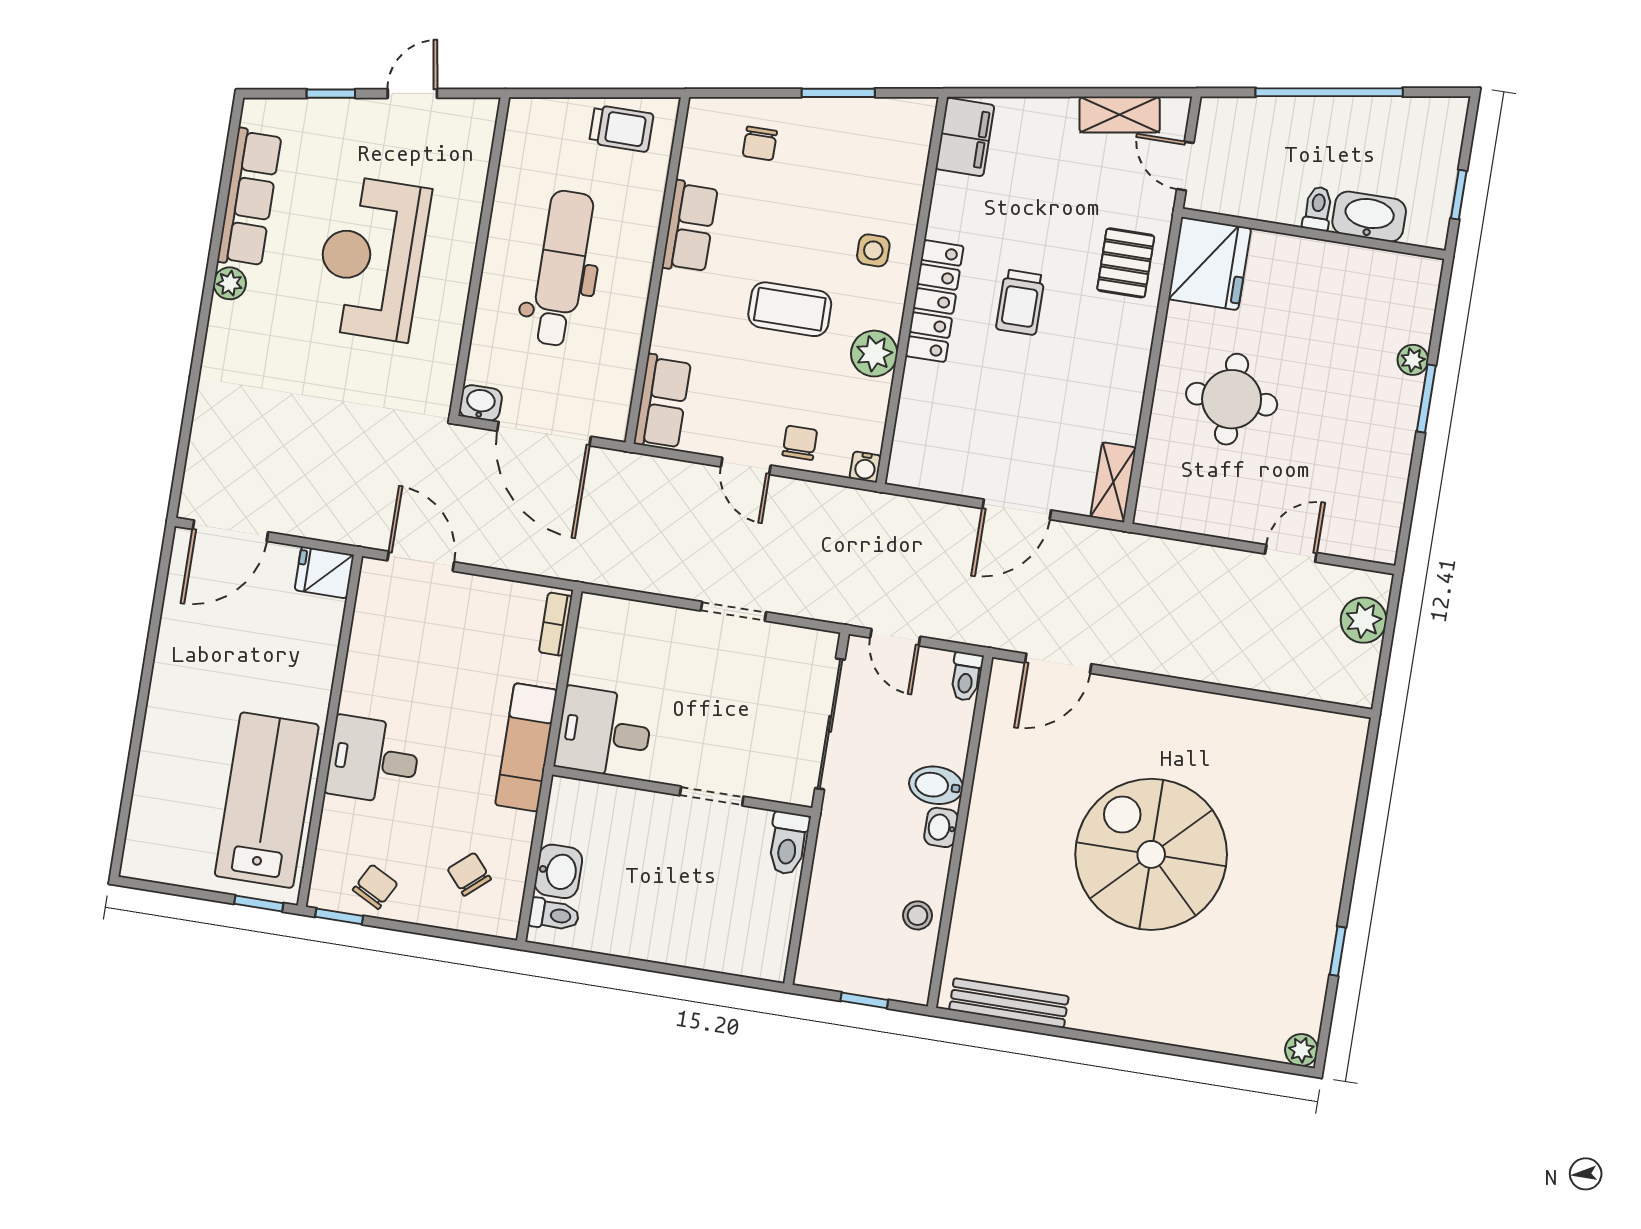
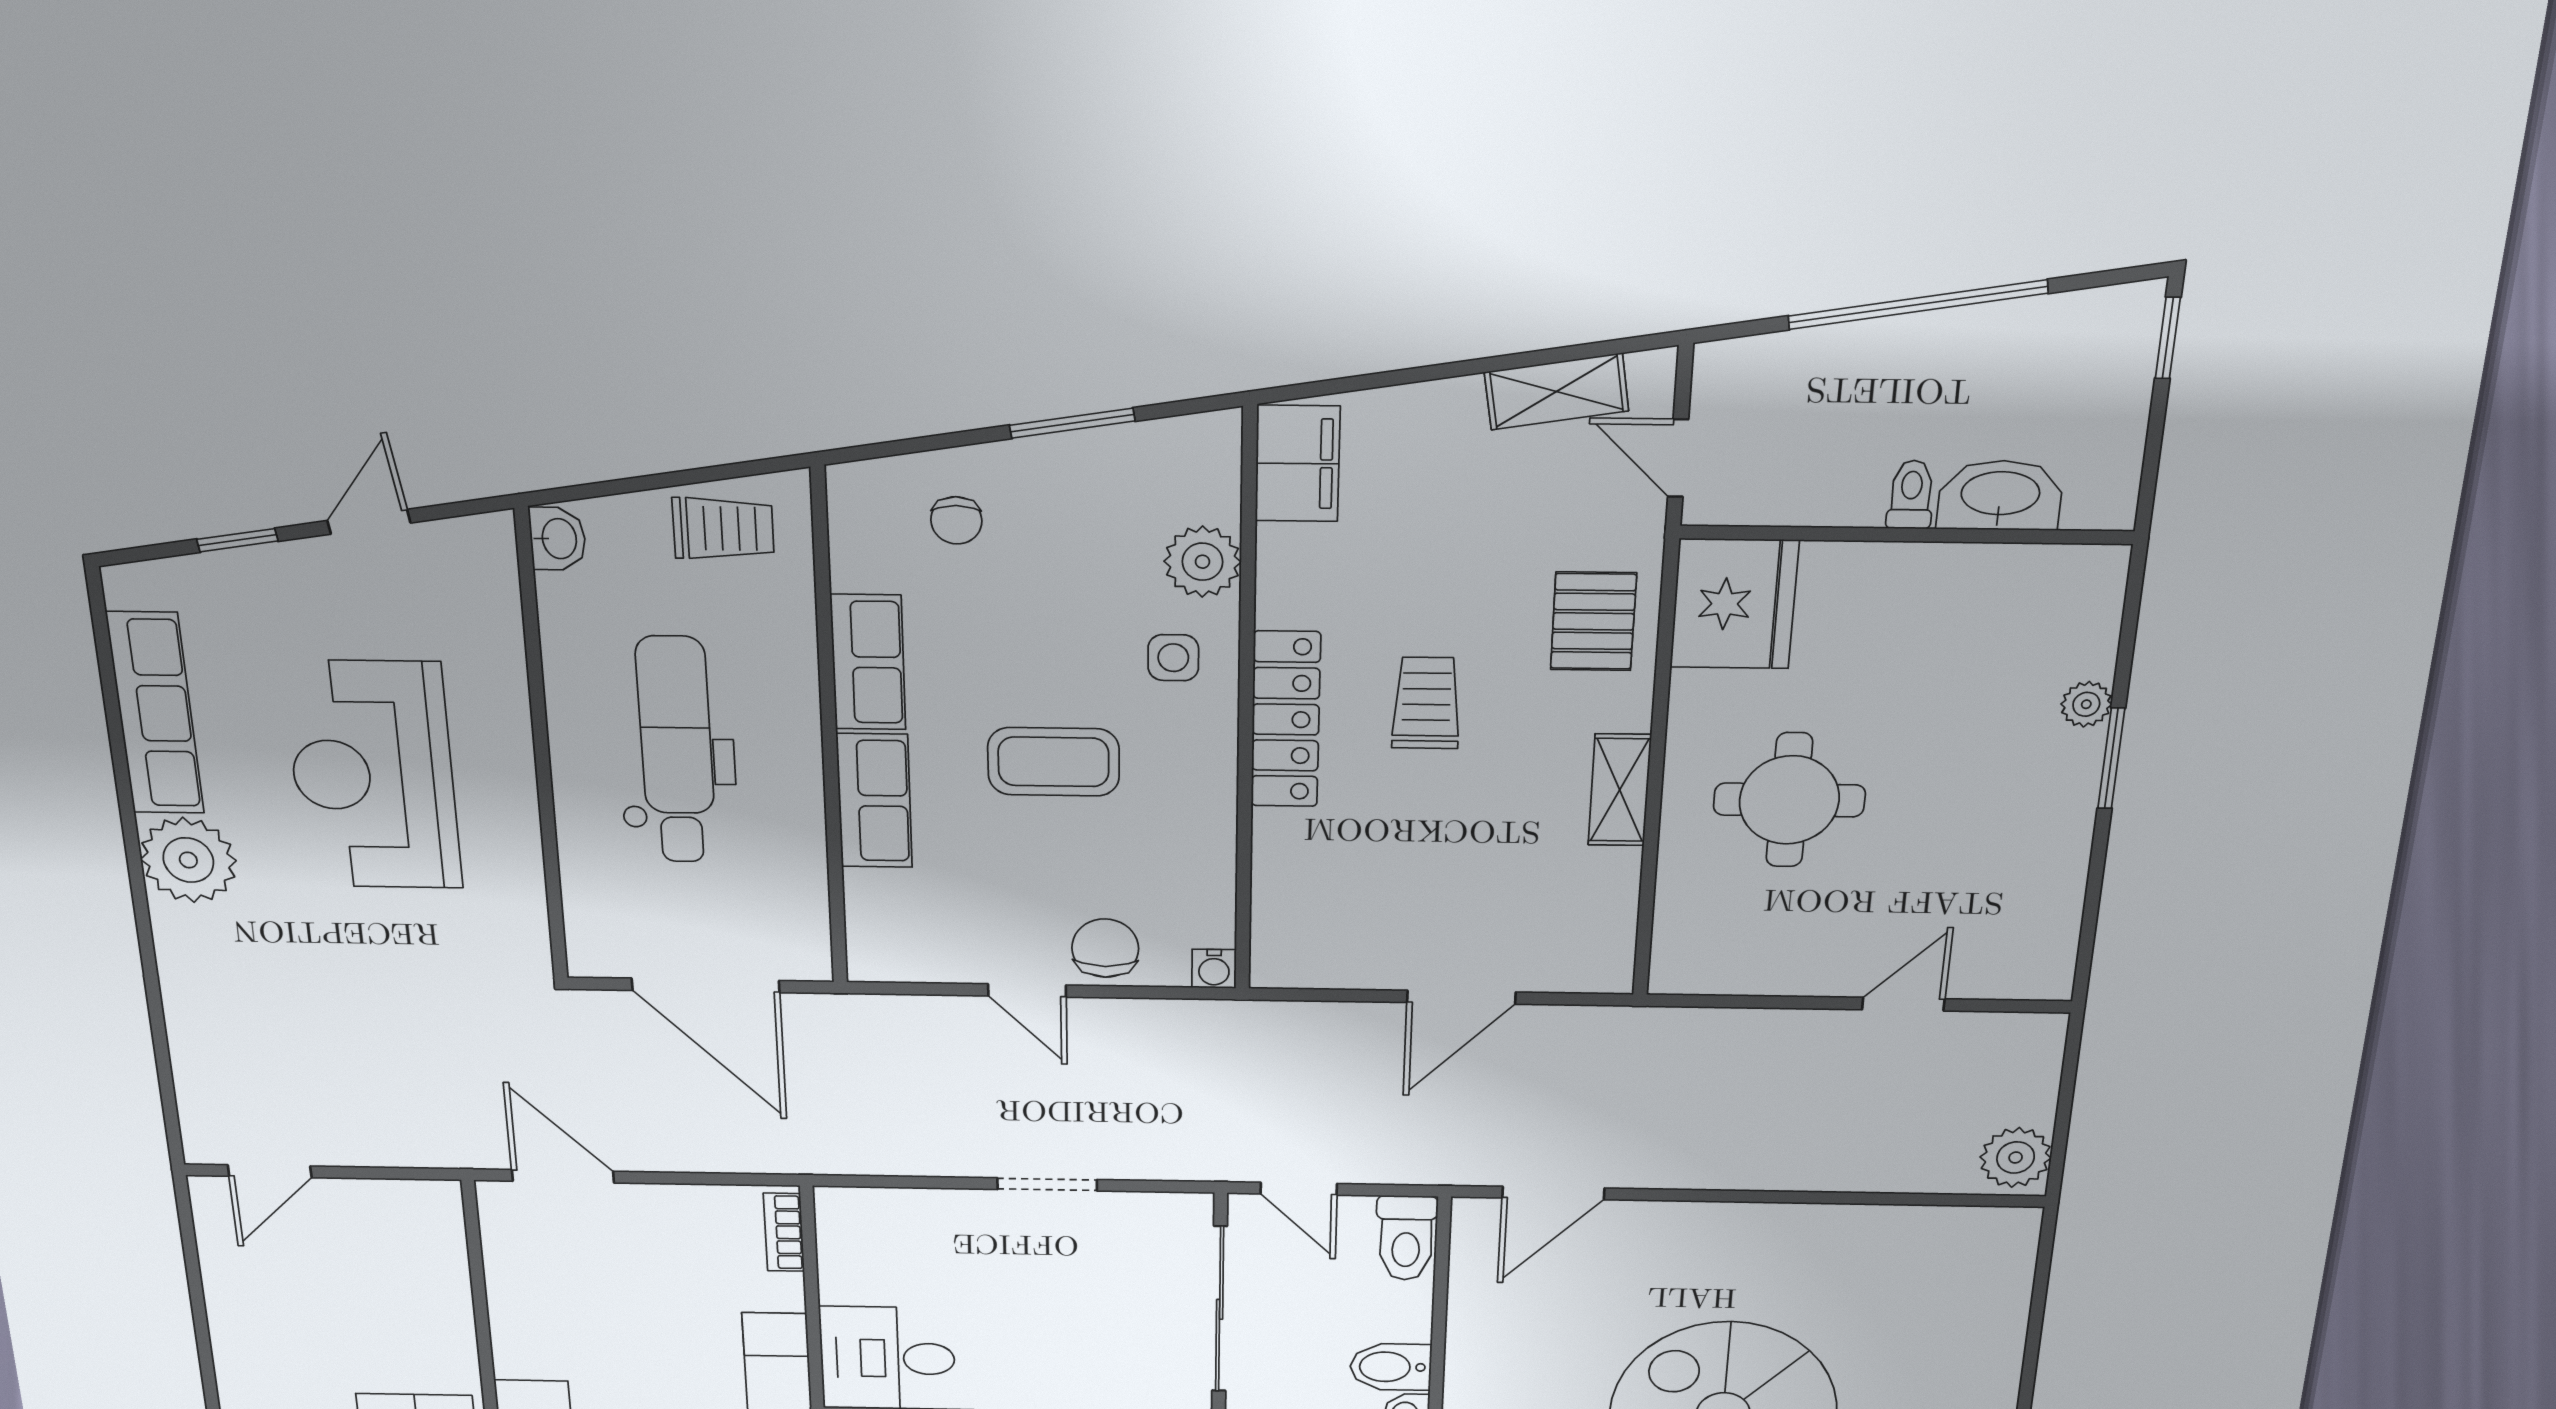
window: (1459, 195) -> (2168, 338), moved
plant: (230, 283) -> (188, 860), width x1.87, depth x1.87
trolley: (1020, 302) -> (1426, 703), turned 180
plant: (874, 354) -> (1202, 562), moved
row of seats: (663, 402) -> (874, 801), moved
washbasin: (481, 403) -> (558, 539), moved, turned 90
chair: (800, 443) -> (1105, 948), width x1.37, depth x1.37
shelving: (1113, 482) -> (1620, 790), moved
door: (230, 531) -> (270, 1171), width x0.73
fridge: (324, 572) -> (424, 1208), removed
plant: (1364, 620) -> (2016, 1157), moved
toilet: (966, 677) -> (1406, 1238), width x1.37, depth x1.39

